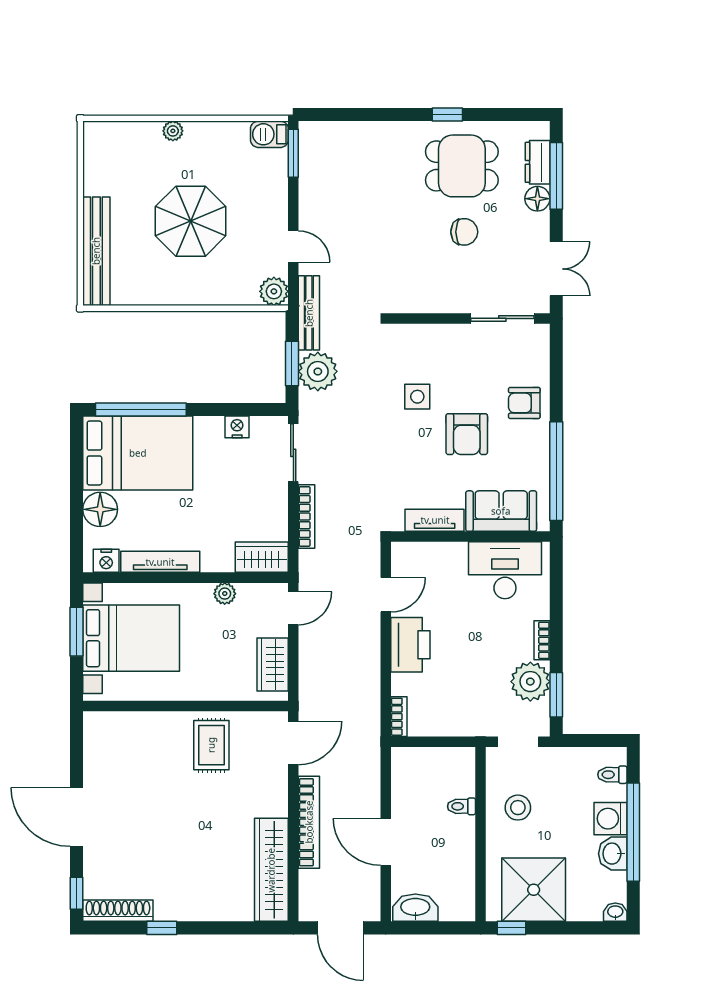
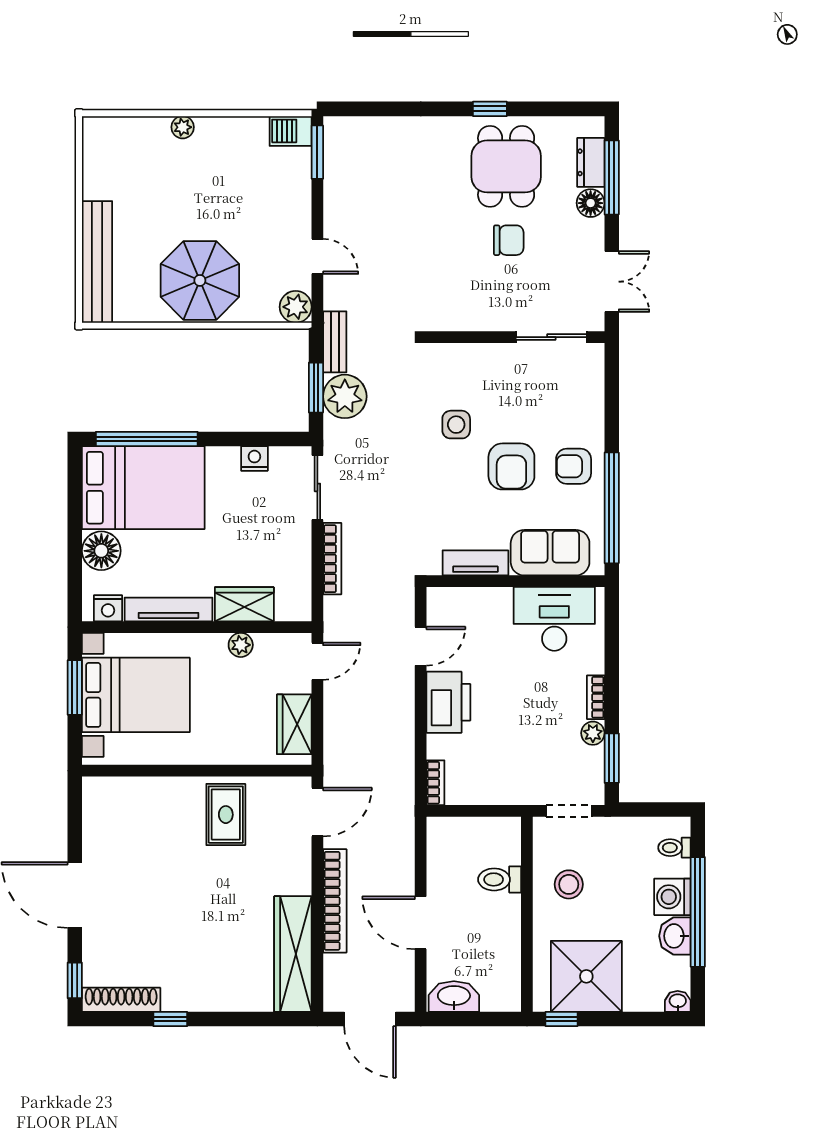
dining table: (462, 166) -> (506, 166), turned 90
parasol: (191, 221) -> (200, 280), moved
bench: (309, 313) -> (335, 342), width x0.73
armchair: (524, 403) -> (574, 466), moved
wardrobe: (262, 557) -> (244, 604), moved
plant: (530, 682) -> (593, 733), width x0.53, depth x0.53
toilet: (462, 806) -> (500, 879), width x1.37, depth x1.39

